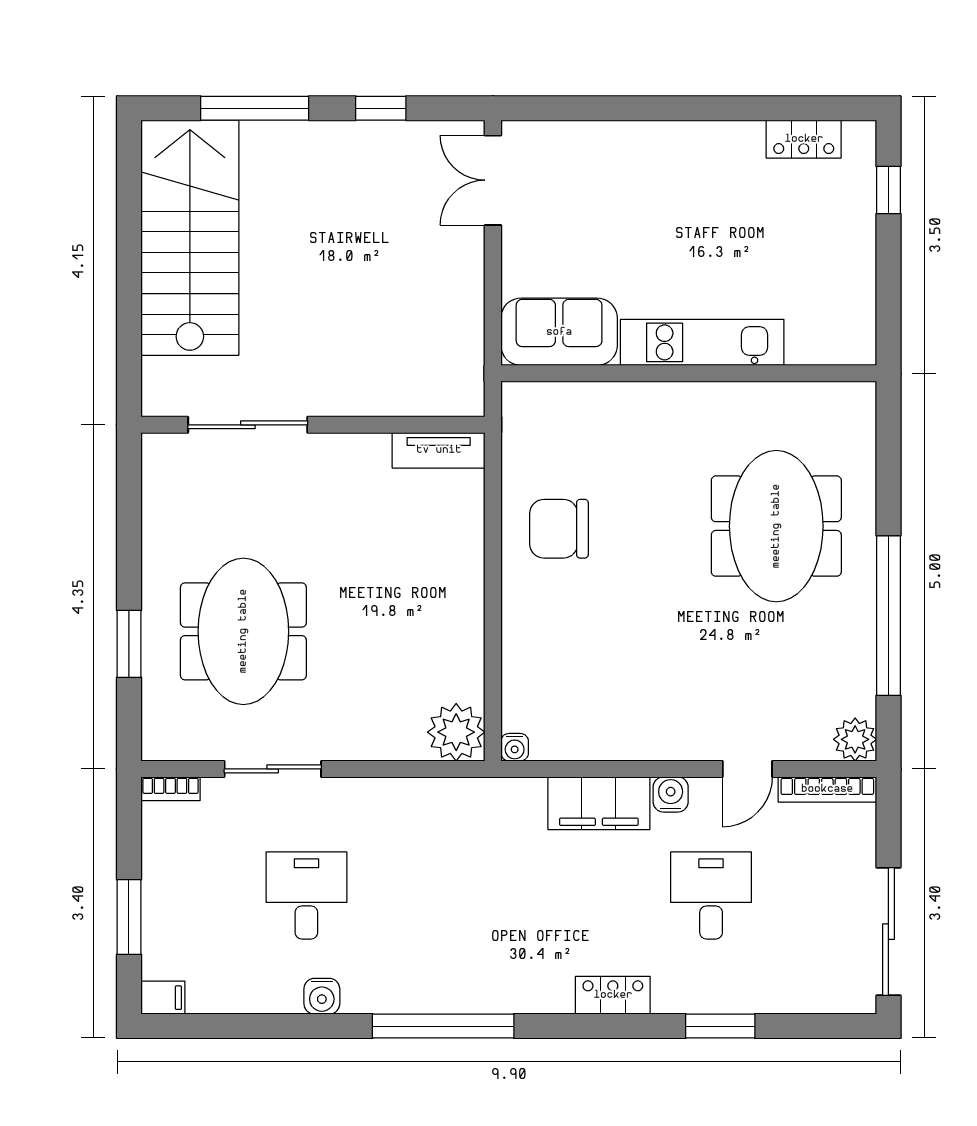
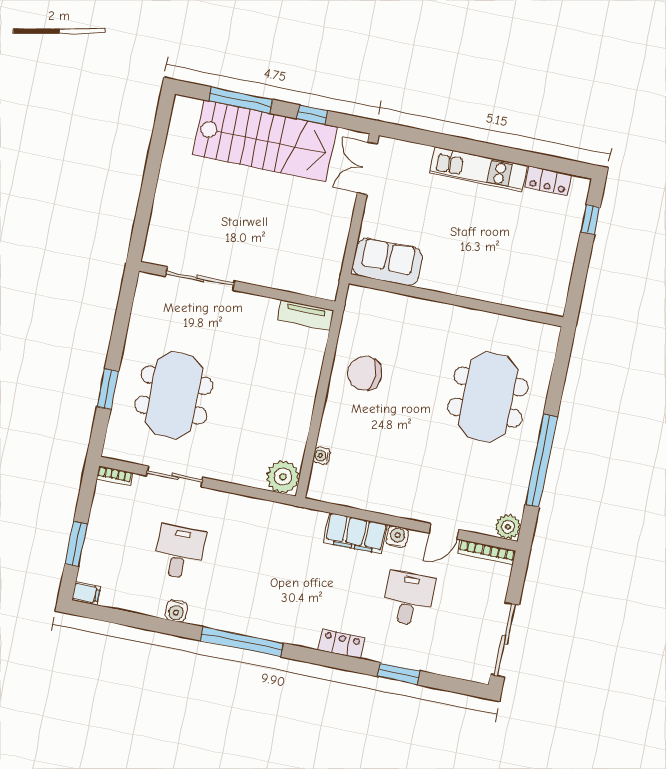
stairs: (190, 238) -> (265, 141), moved, turned 90
kitchen unit: (702, 342) -> (478, 169), moved, turned 180
water cooler: (515, 747) -> (322, 456), moved, turned 90

